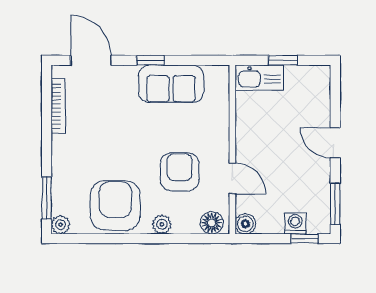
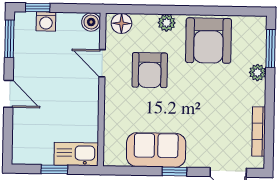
plant: (61, 225) -> (258, 73), moved

